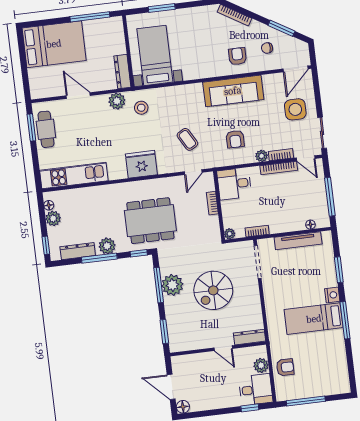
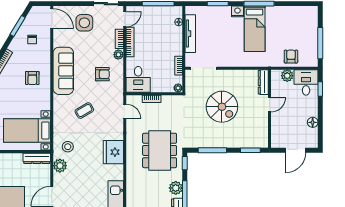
armchair: (237, 56) -> (32, 78), moved, turned -90
coffee table: (187, 139) -> (84, 111), moved
plant: (172, 285) -> (214, 139), removed
floor lamp: (183, 407) -> (313, 122), moved

